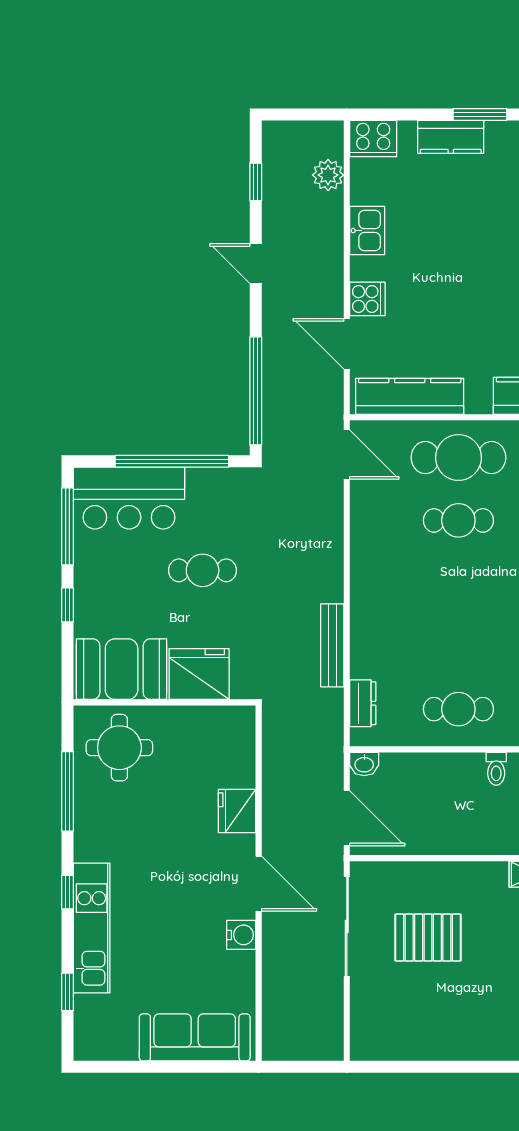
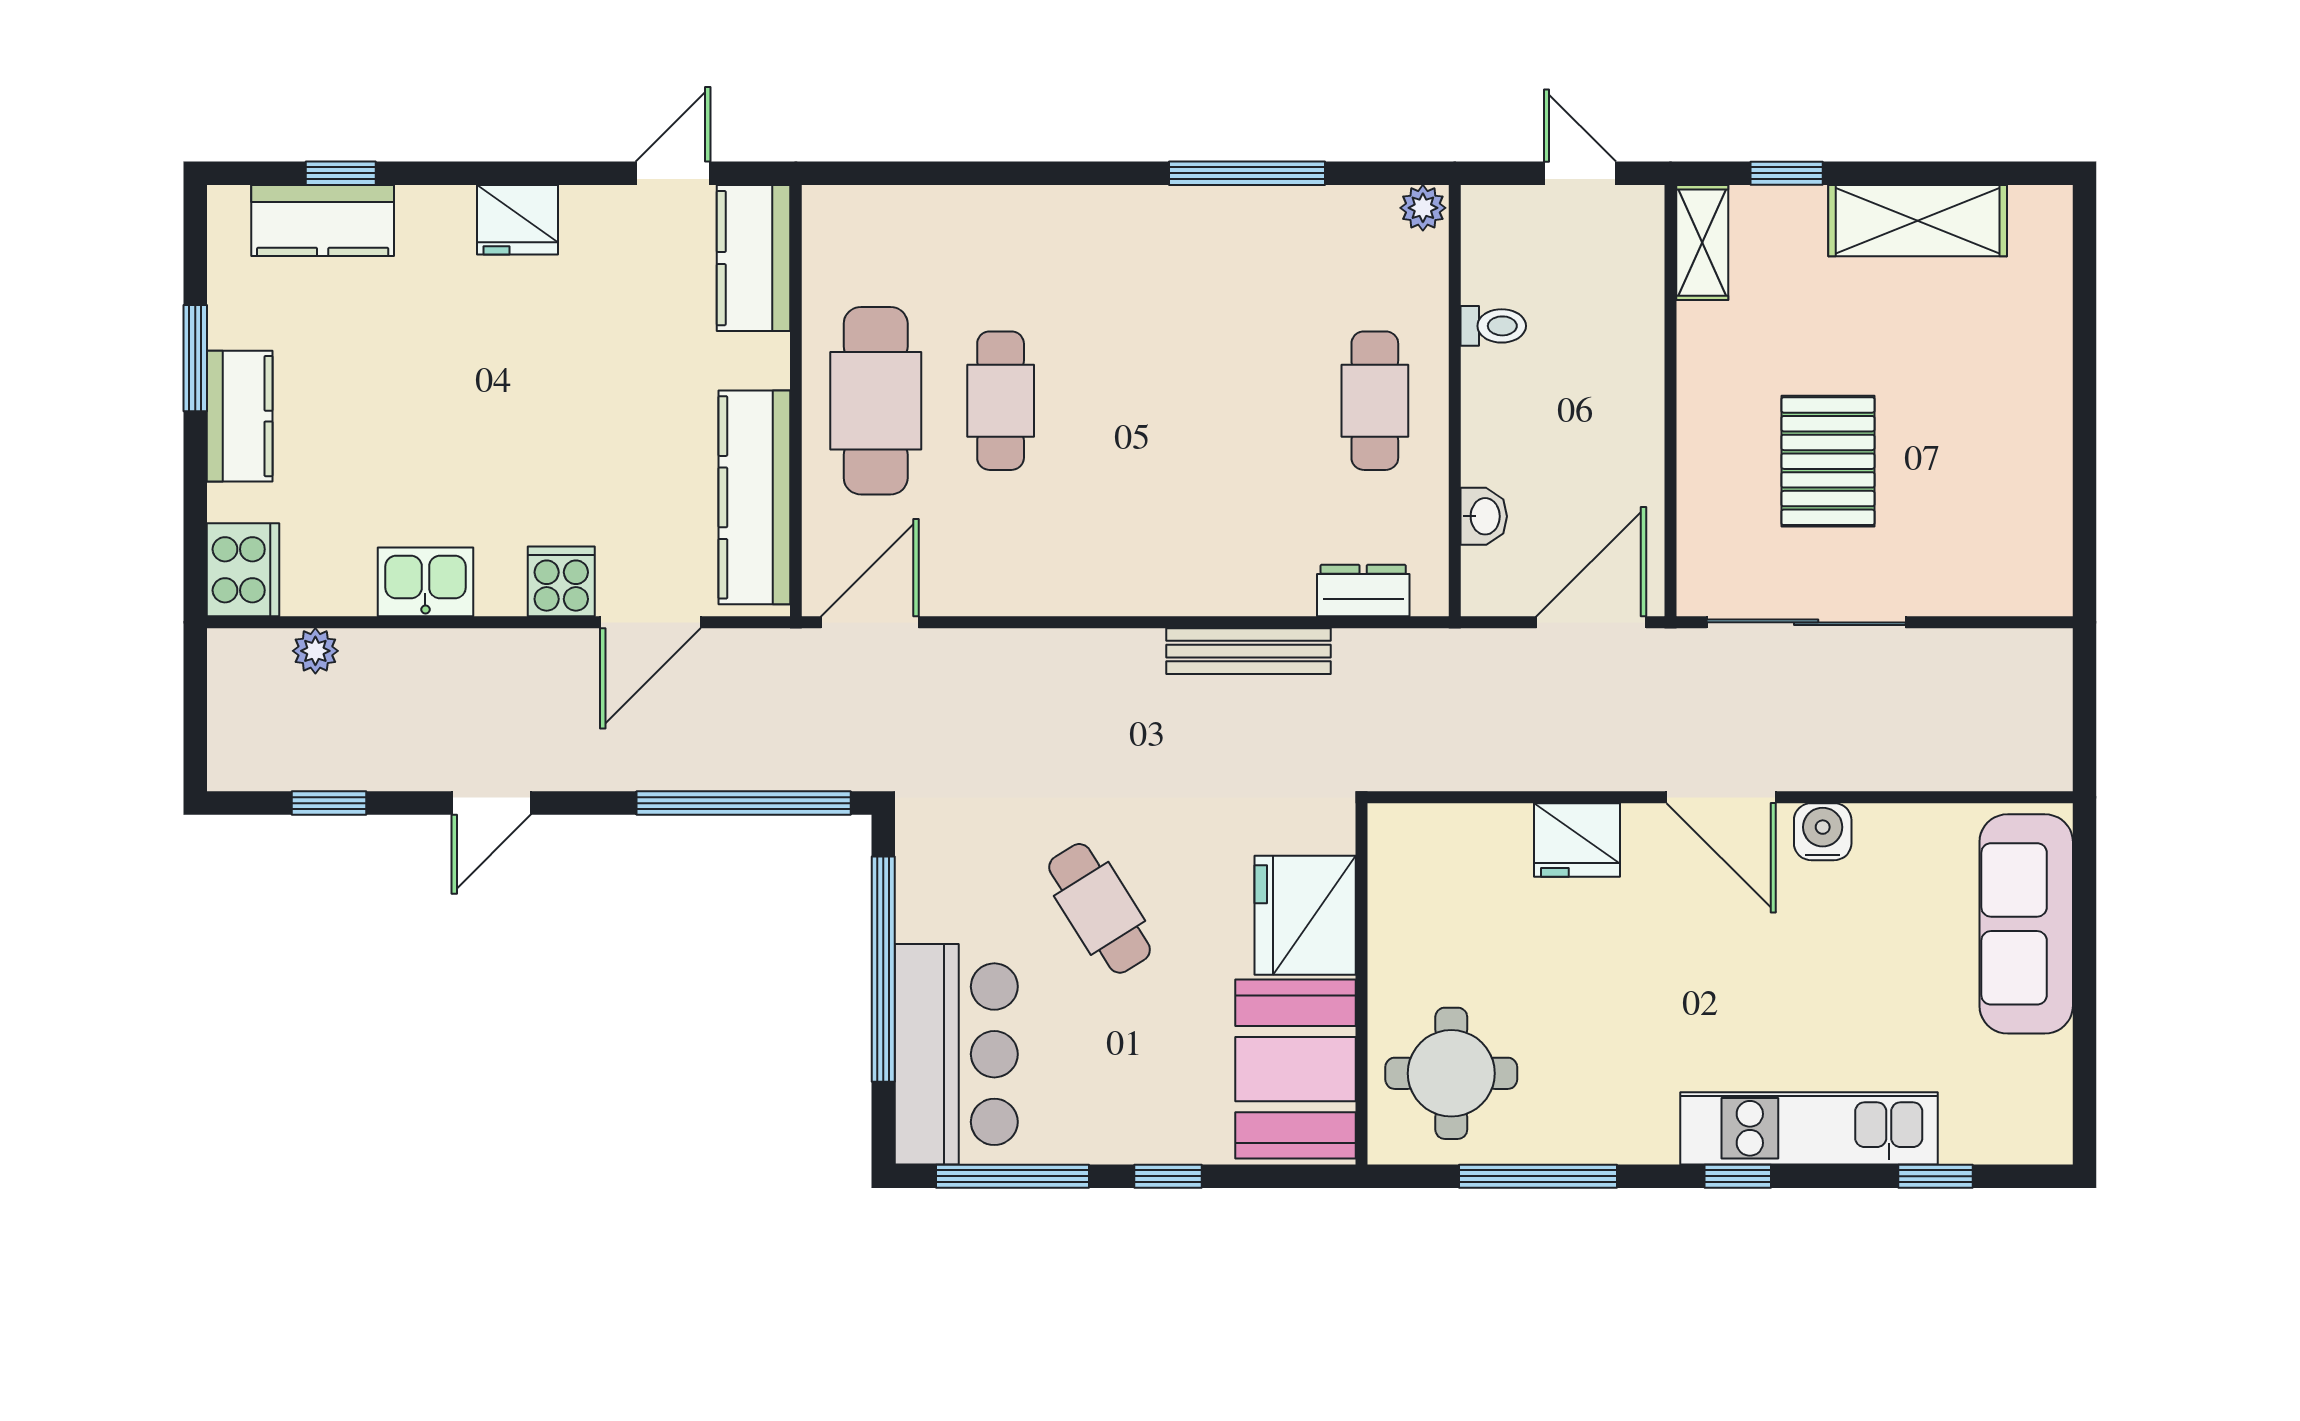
plant: (328, 175) -> (315, 651), width x0.73, depth x0.73
cafe table: (203, 570) -> (1100, 908), turned -32
washbasin: (364, 764) -> (1484, 516), moved
door: (259, 884) -> (1721, 797), swing flipped

